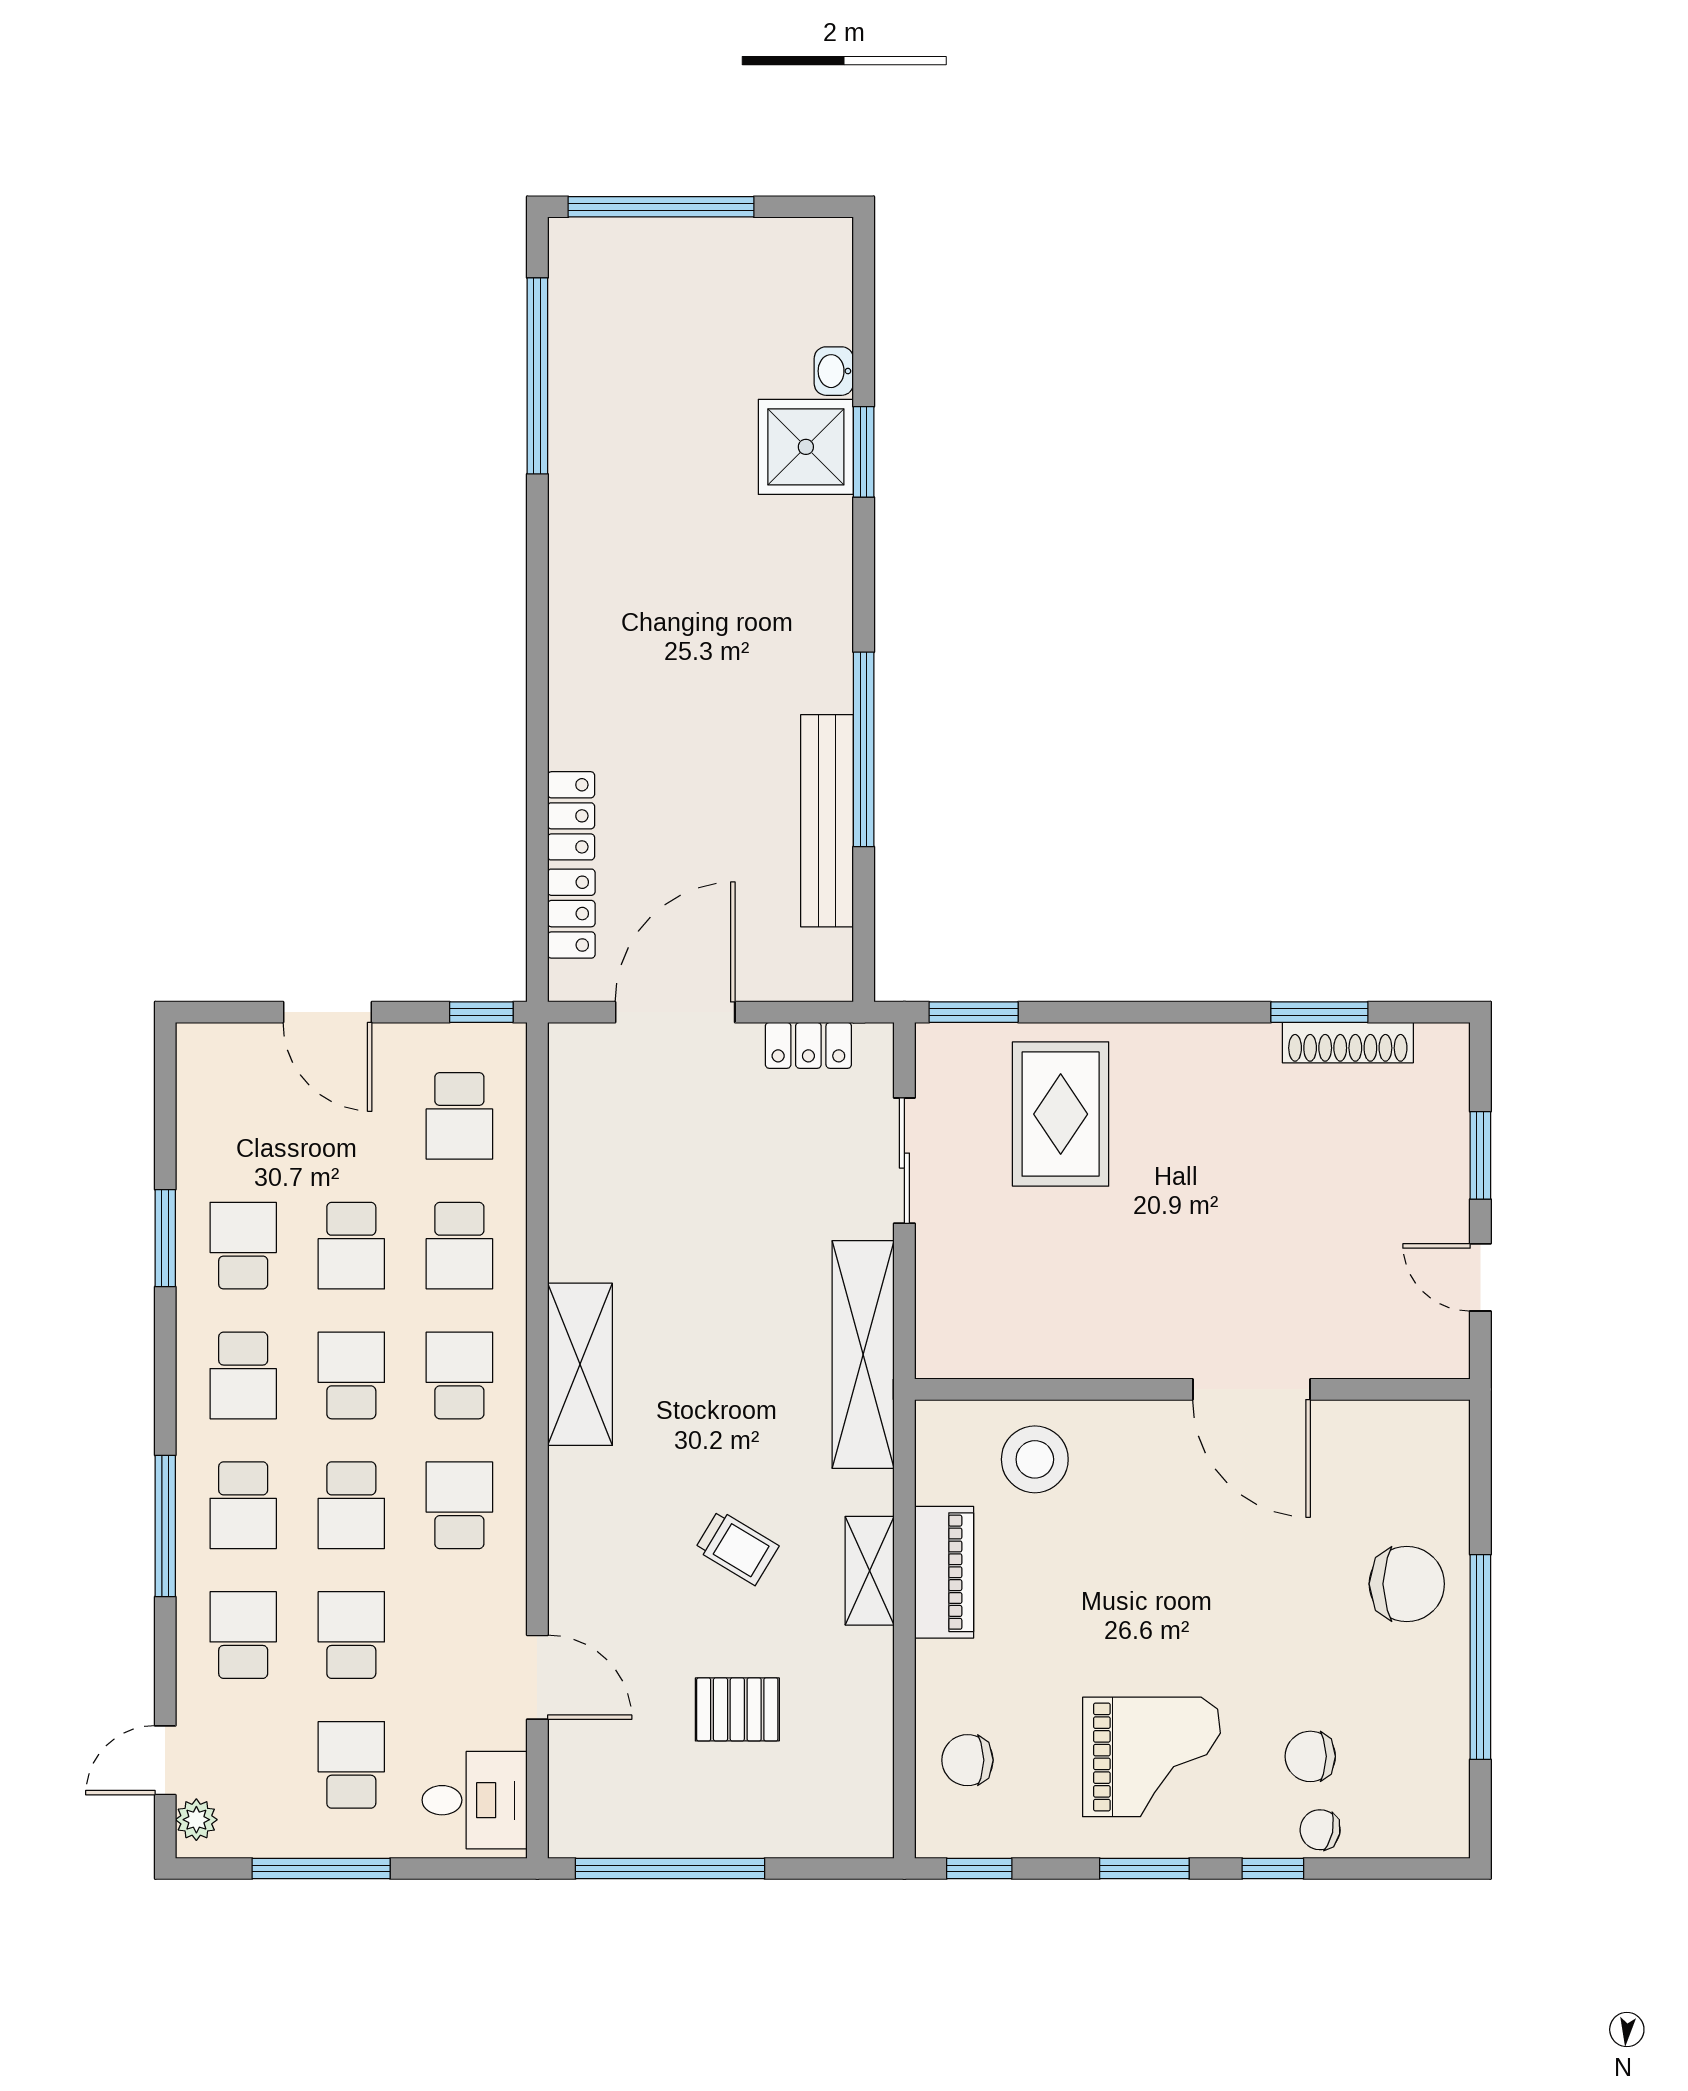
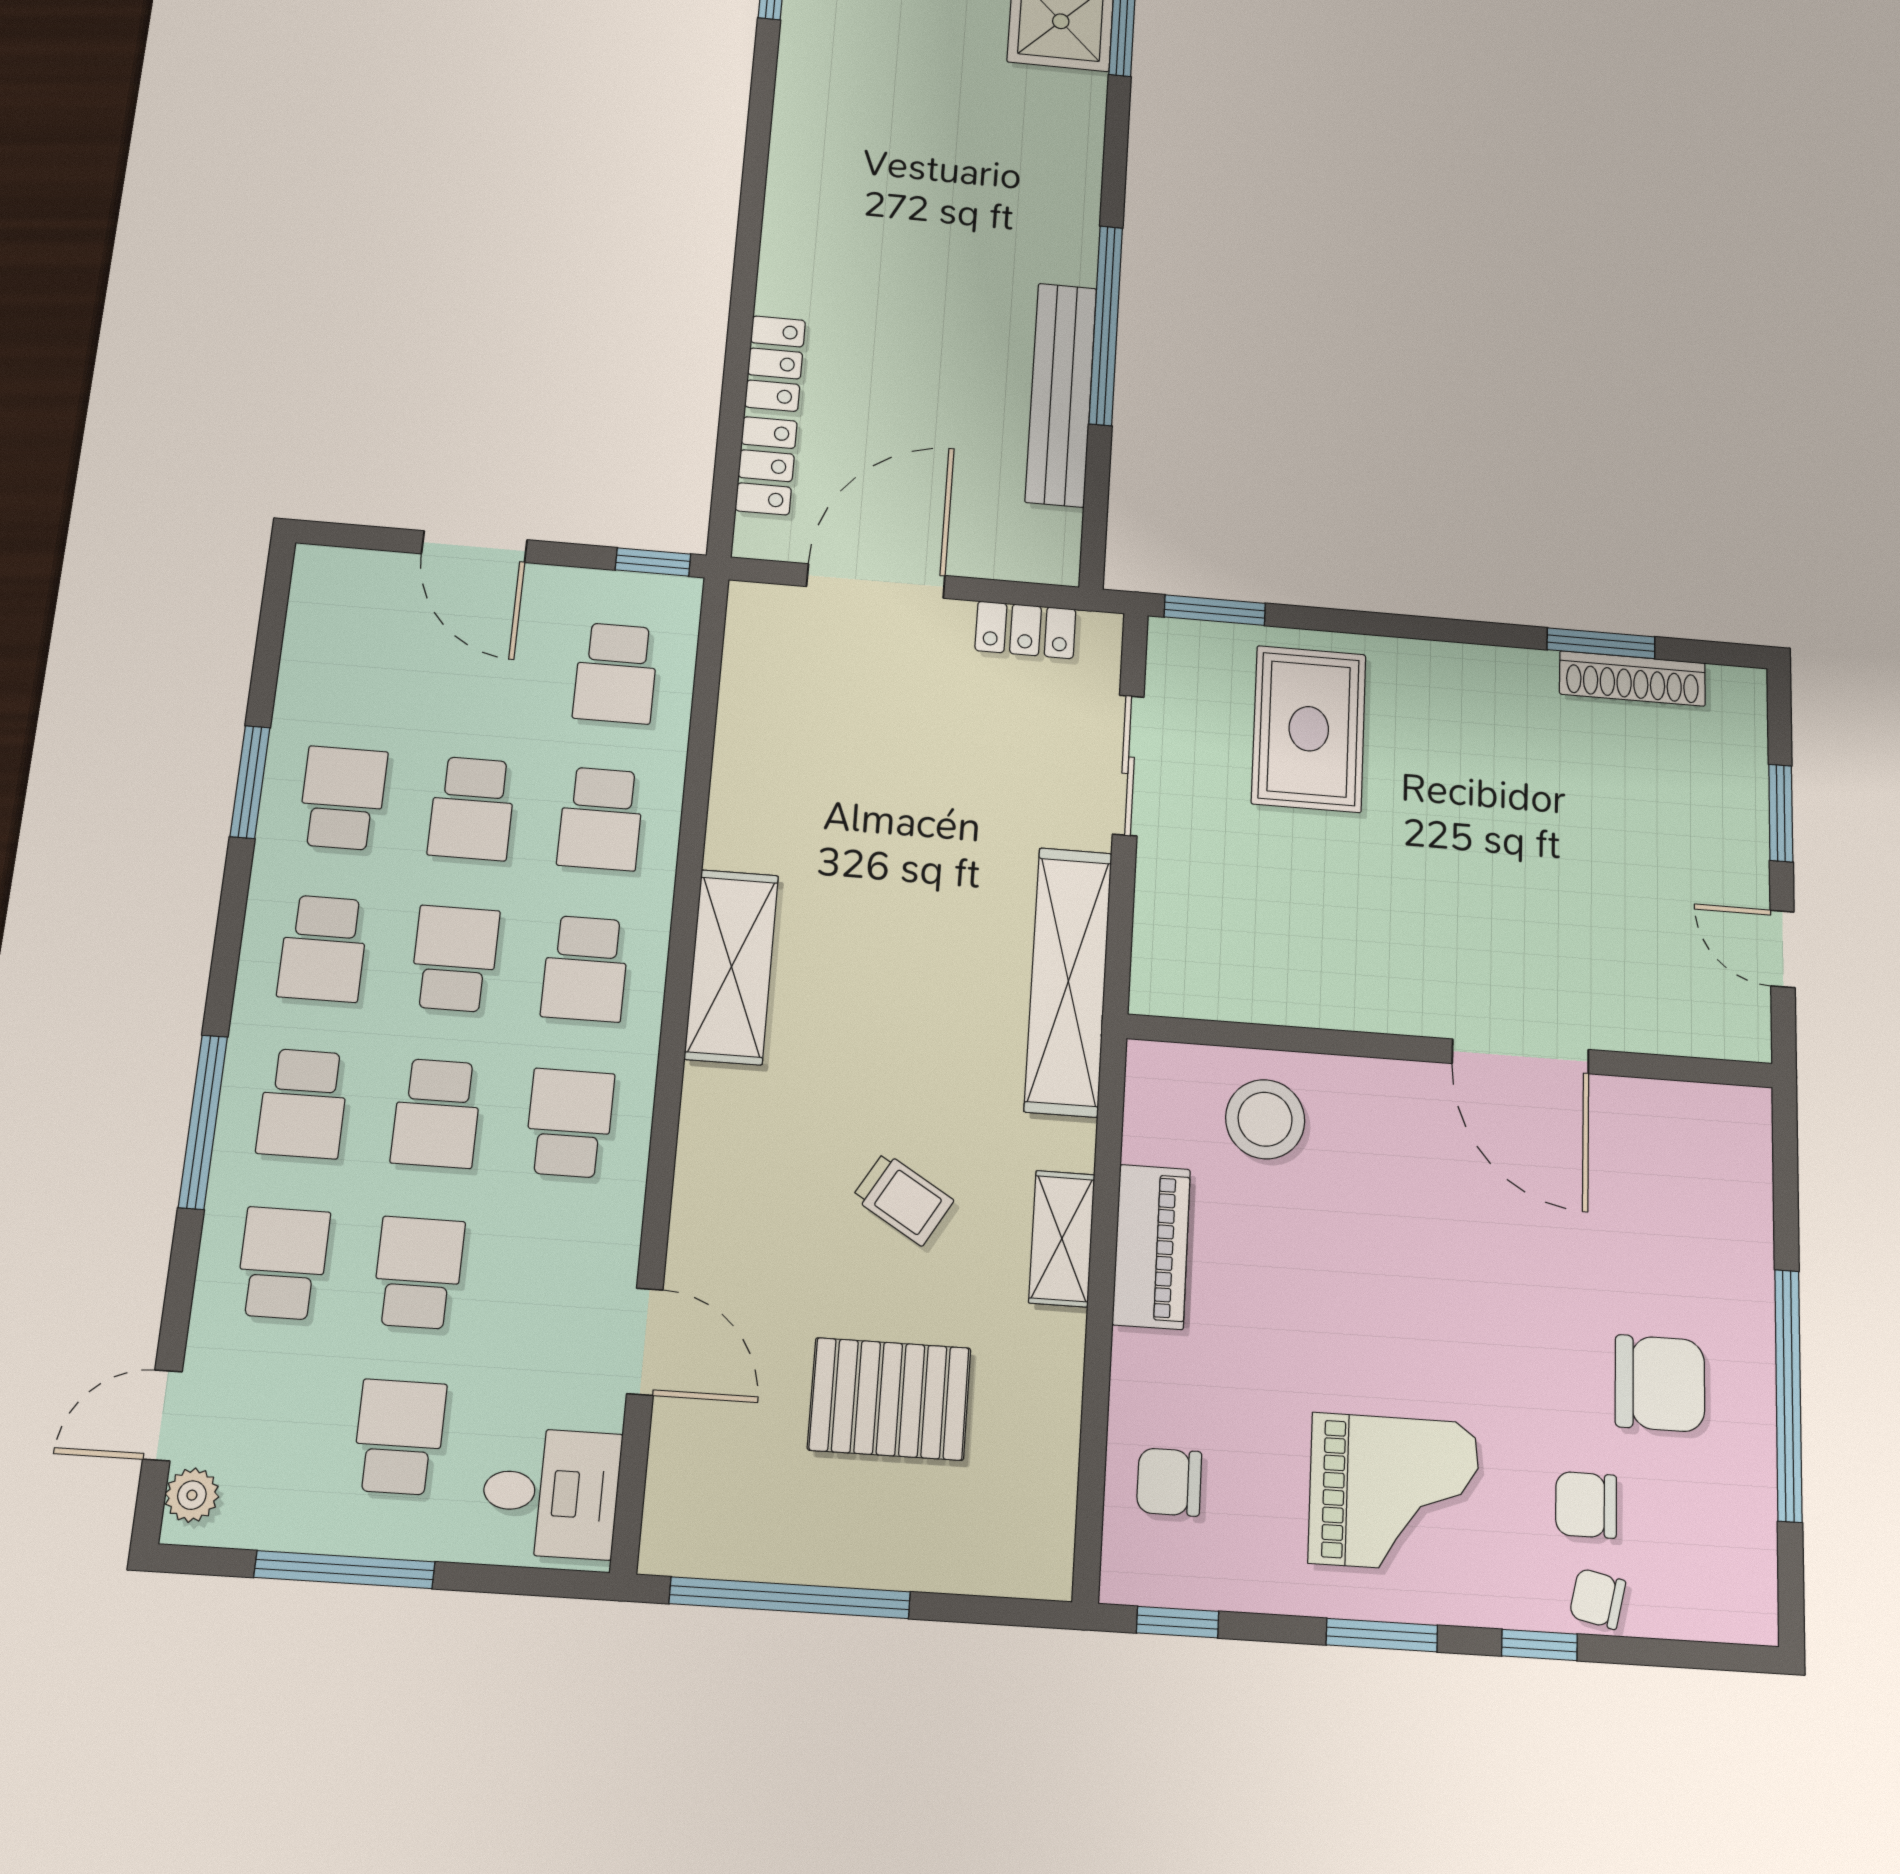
school desk: (459, 1375) -> (585, 969), turned 180
chair: (1407, 1584) -> (1660, 1383), moved
pallet: (737, 1709) -> (889, 1399), width x1.50, depth x1.42

